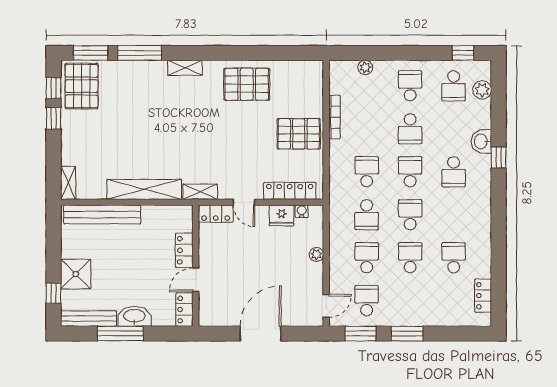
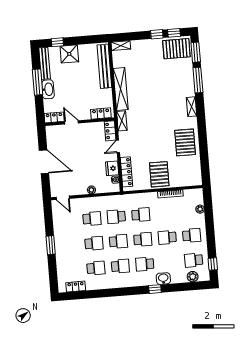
locker: (184, 250) -> (101, 113), moved
school desk: (367, 301) -> (120, 266), moved
window: (360, 334) -> (49, 219), removed

